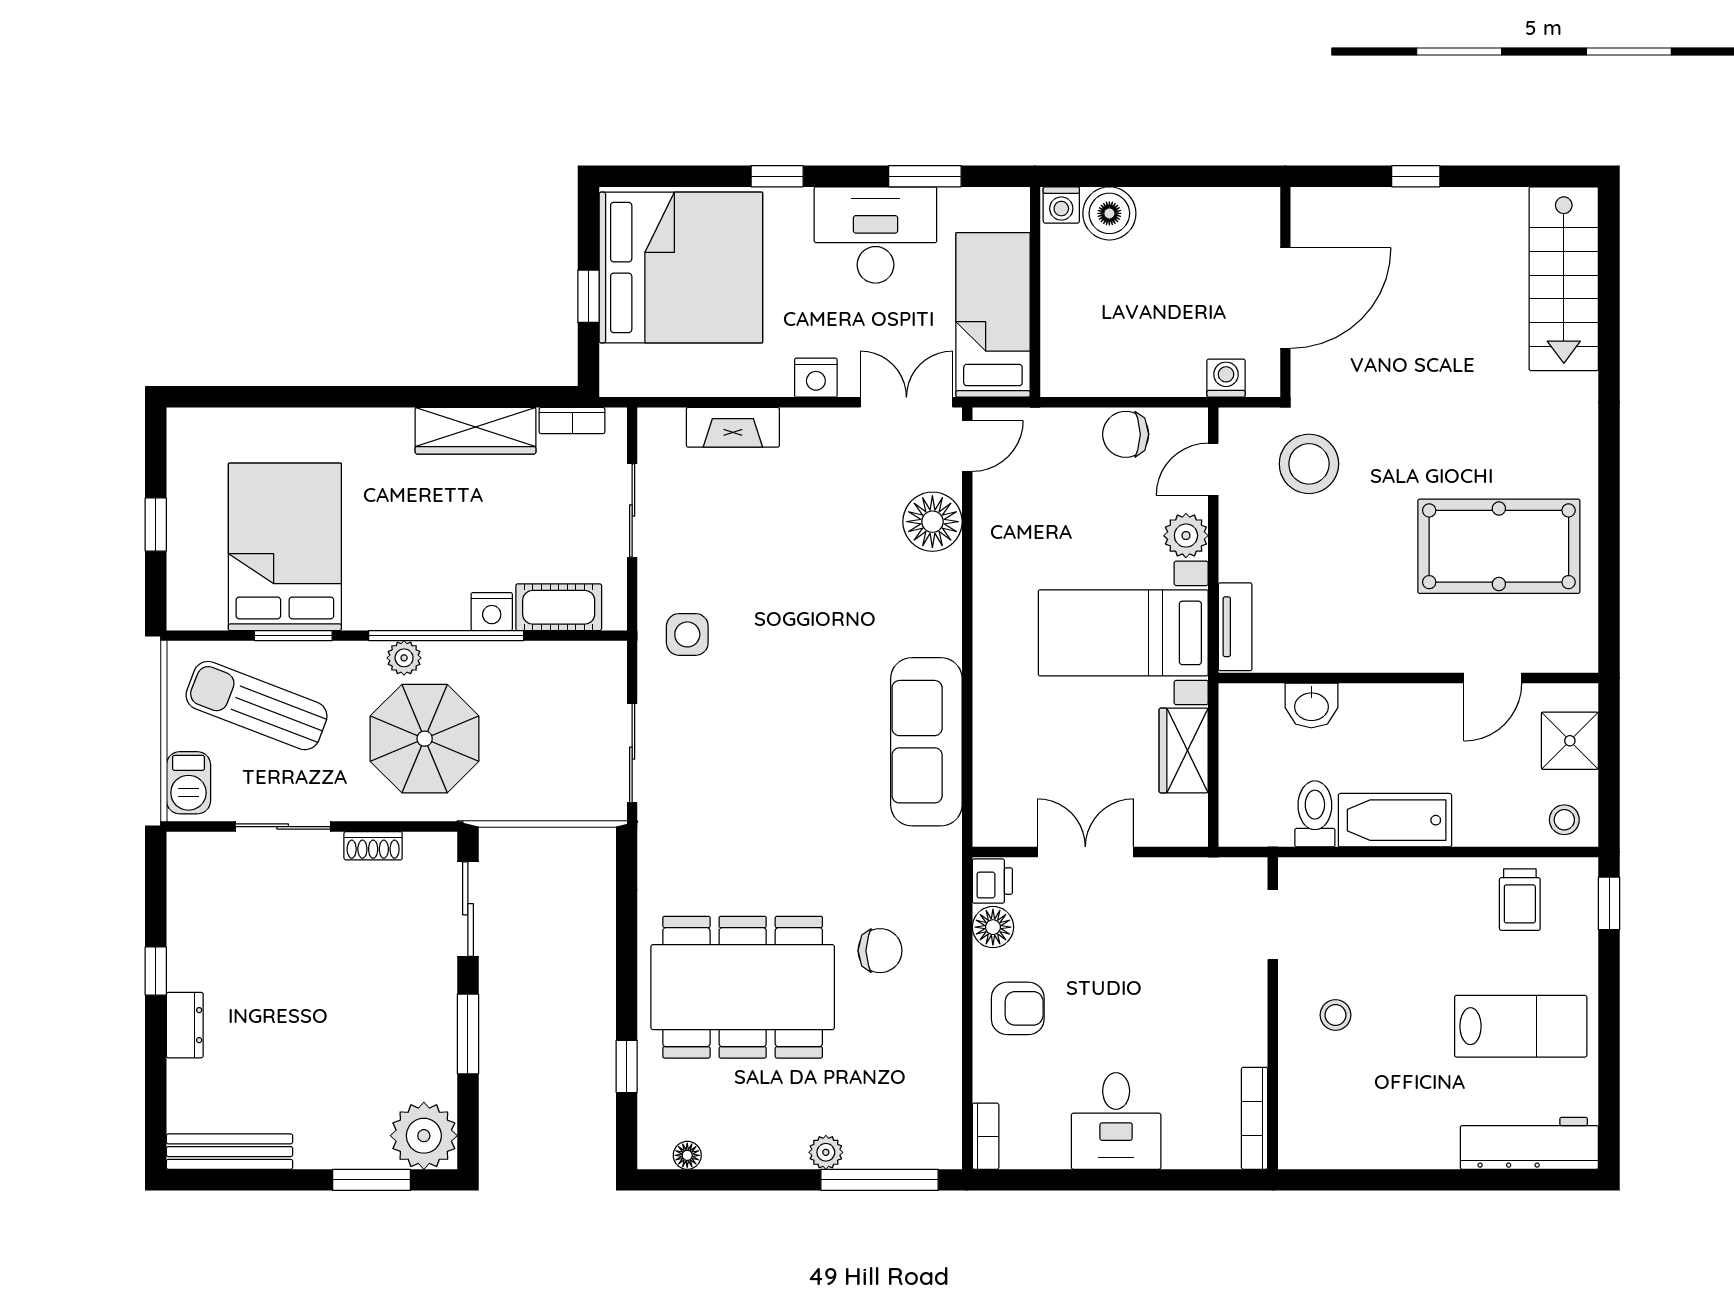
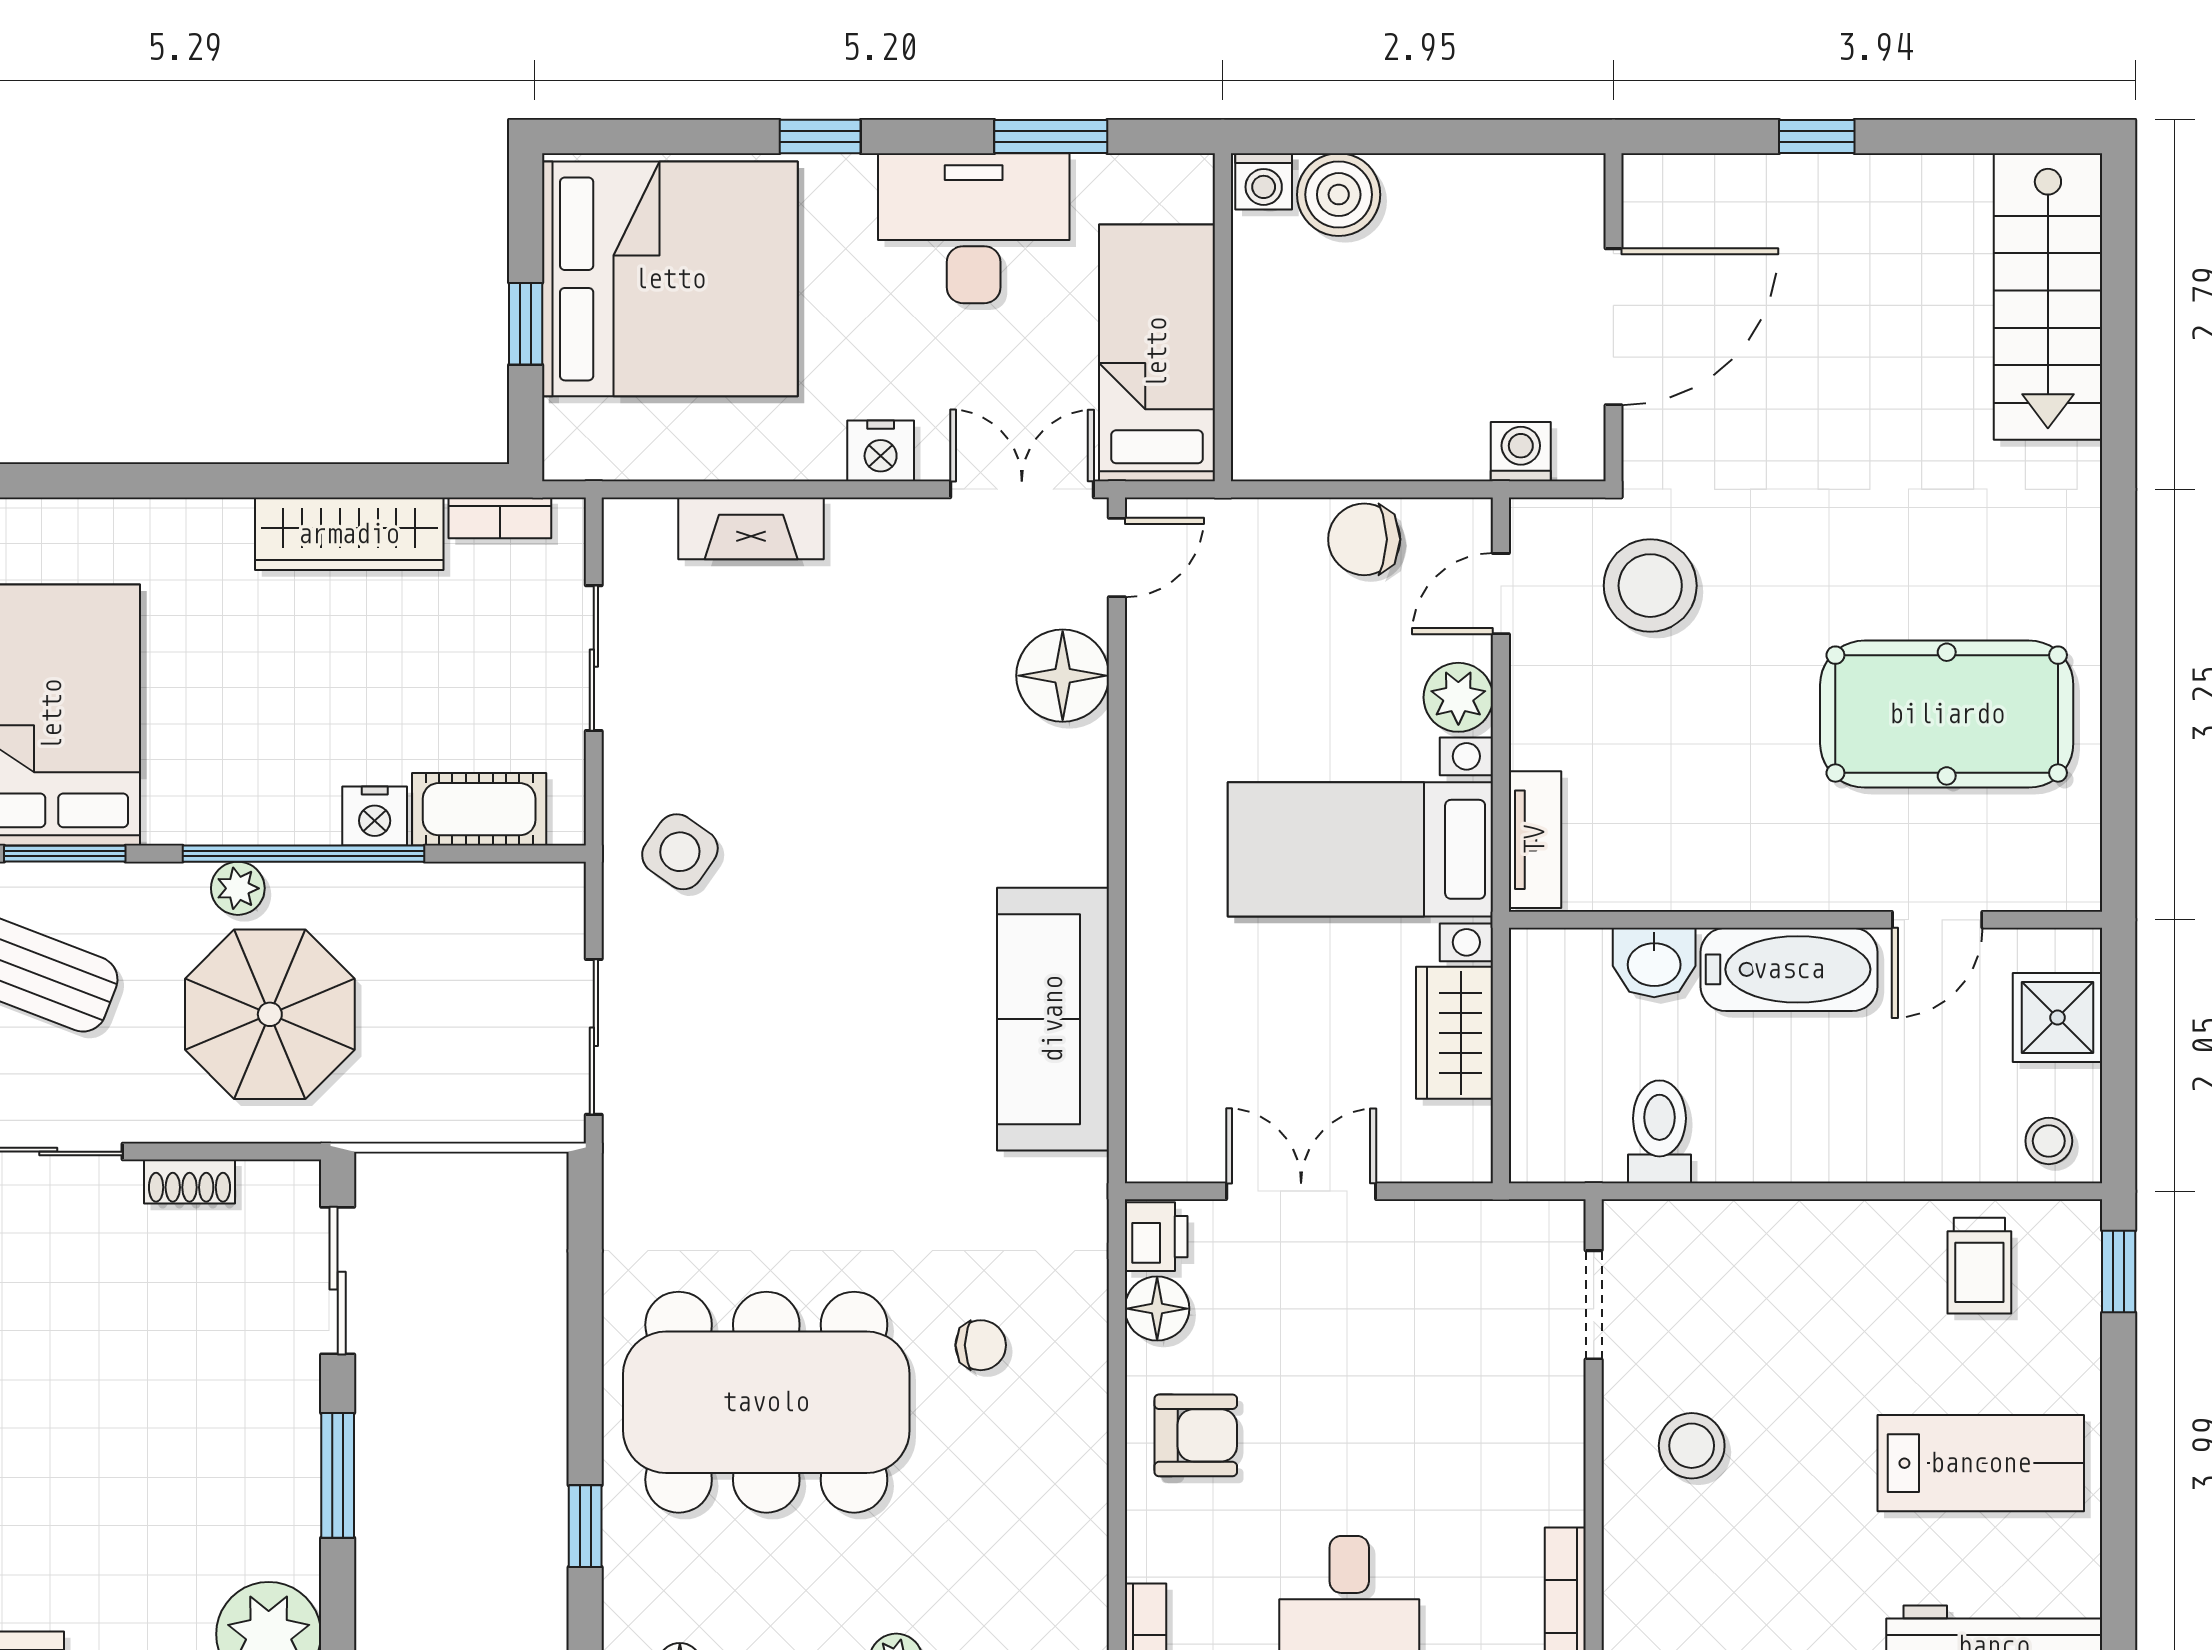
side table: (687, 634) -> (680, 852), turned 35
bathtub: (1395, 820) -> (1789, 969), moved, turned 180
chair: (880, 951) -> (981, 1345), width x0.73, depth x0.73
stool: (1335, 1015) -> (1692, 1446), width x1.37, depth x1.37

